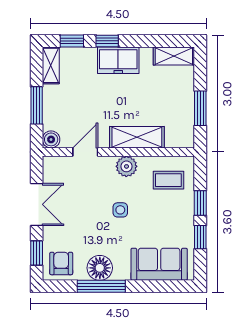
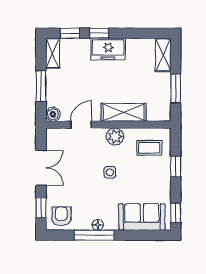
shelving: (174, 56) -> (163, 55), moved, turned 90
window: (200, 237) -> (176, 213), moved
floor lamp: (100, 268) -> (98, 225), width x0.53, depth x0.53

